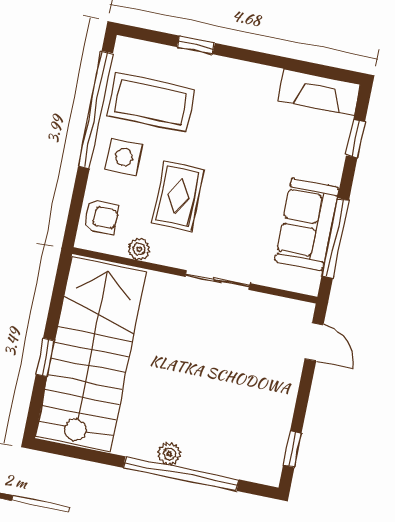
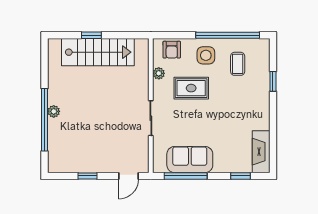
coffee table: (151, 102) -> (238, 64), width x0.54, depth x0.58
stairs: (91, 354) -> (98, 52), width x0.73, depth x0.66
window: (292, 449) -> (87, 176), moved

